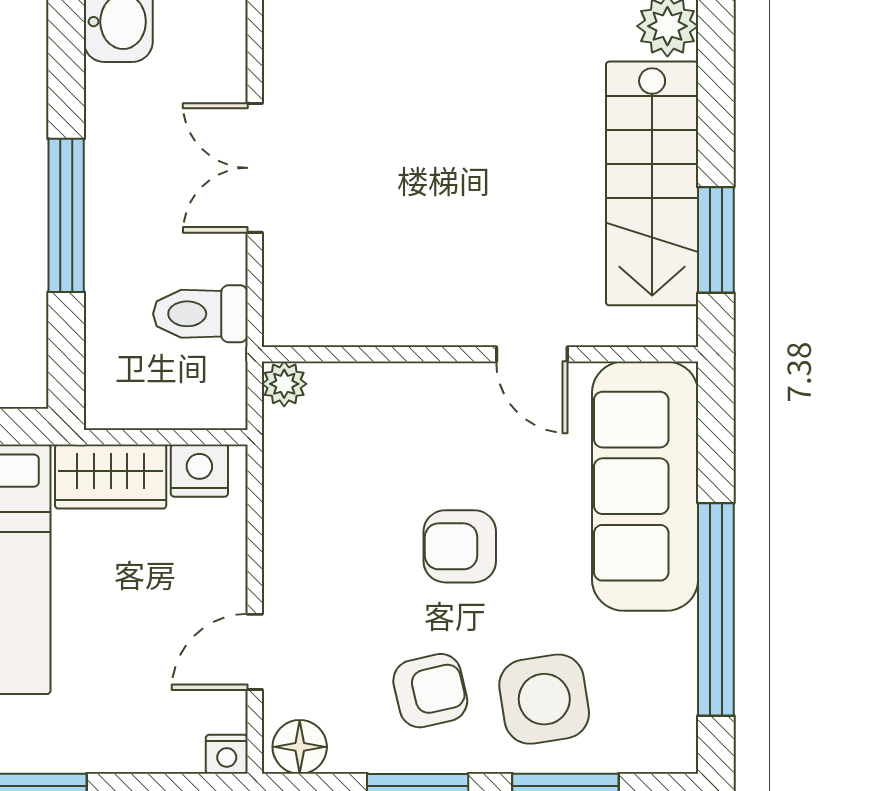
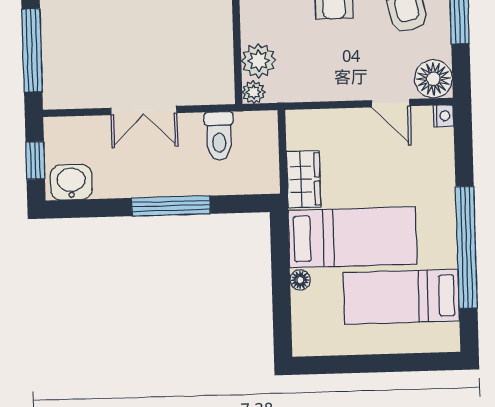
plant: (346, 395) -> (259, 61), added
nightstand: (199, 471) -> (299, 134), removed
floor lamp: (300, 747) -> (433, 79), width x1.38, depth x1.38

